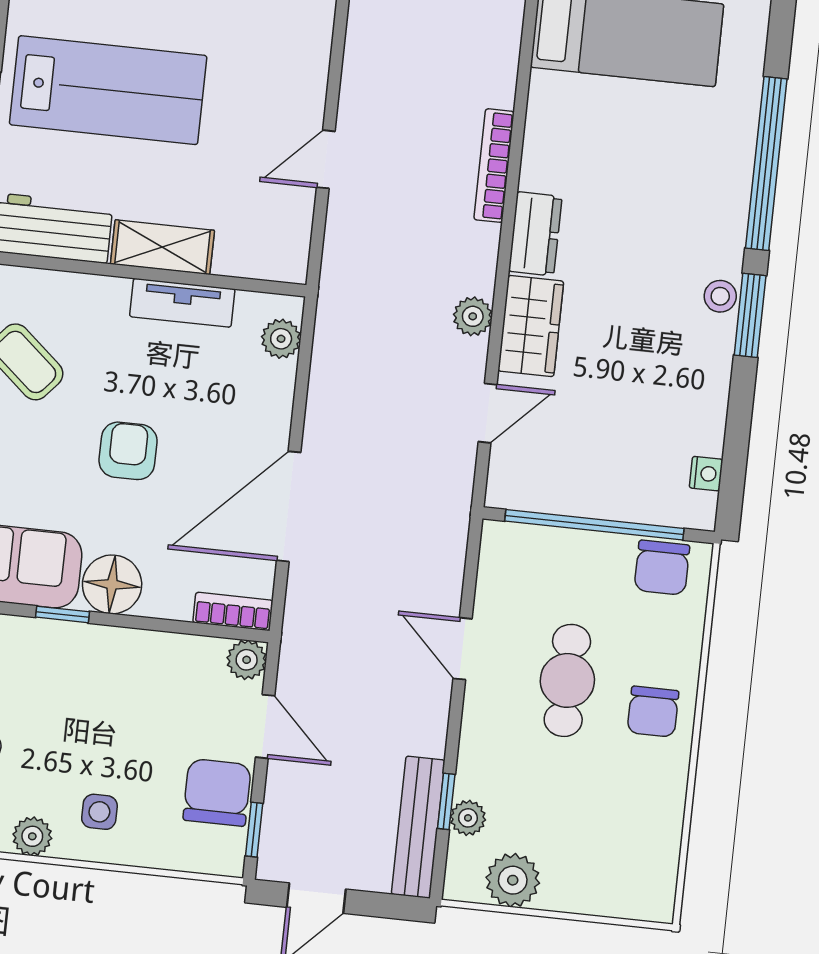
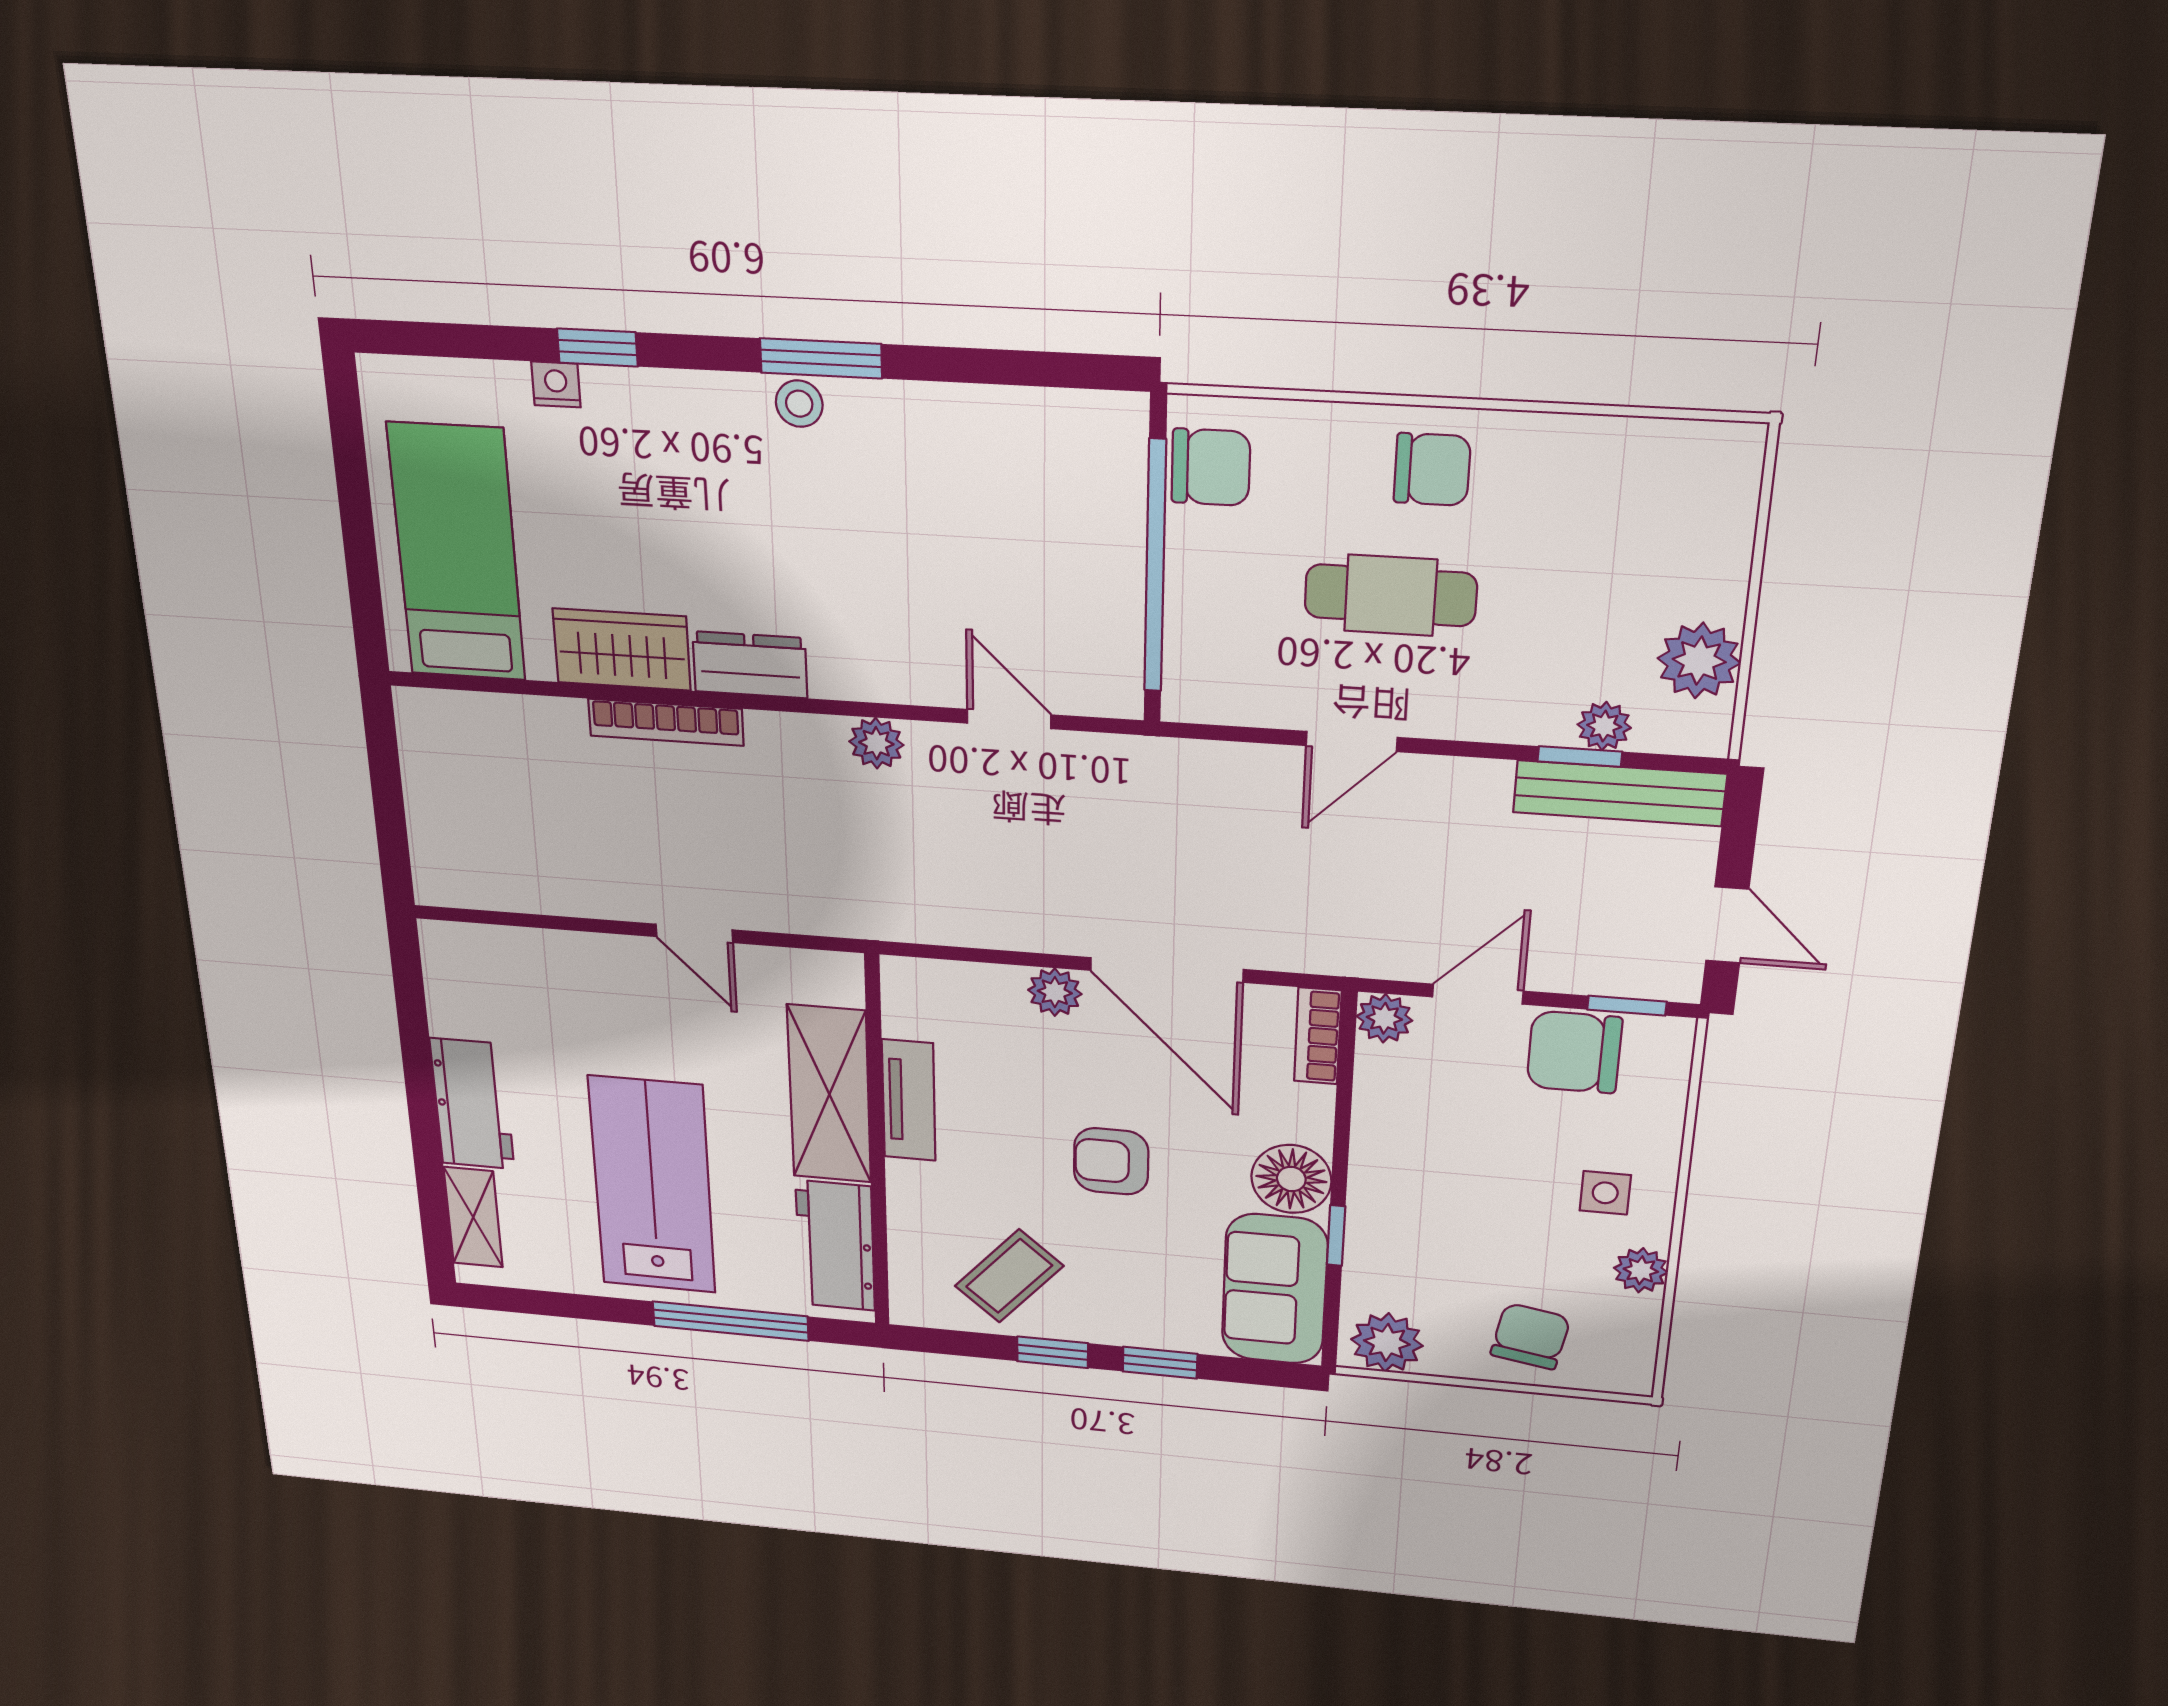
window: (766, 163) -> (597, 347), width x0.32
shelving: (162, 247) -> (829, 1094), width x1.50, depth x1.33
wardrobe: (531, 326) -> (622, 650), moved
plant: (281, 339) -> (1055, 992), moved
nightstand: (706, 474) -> (556, 384), moved

